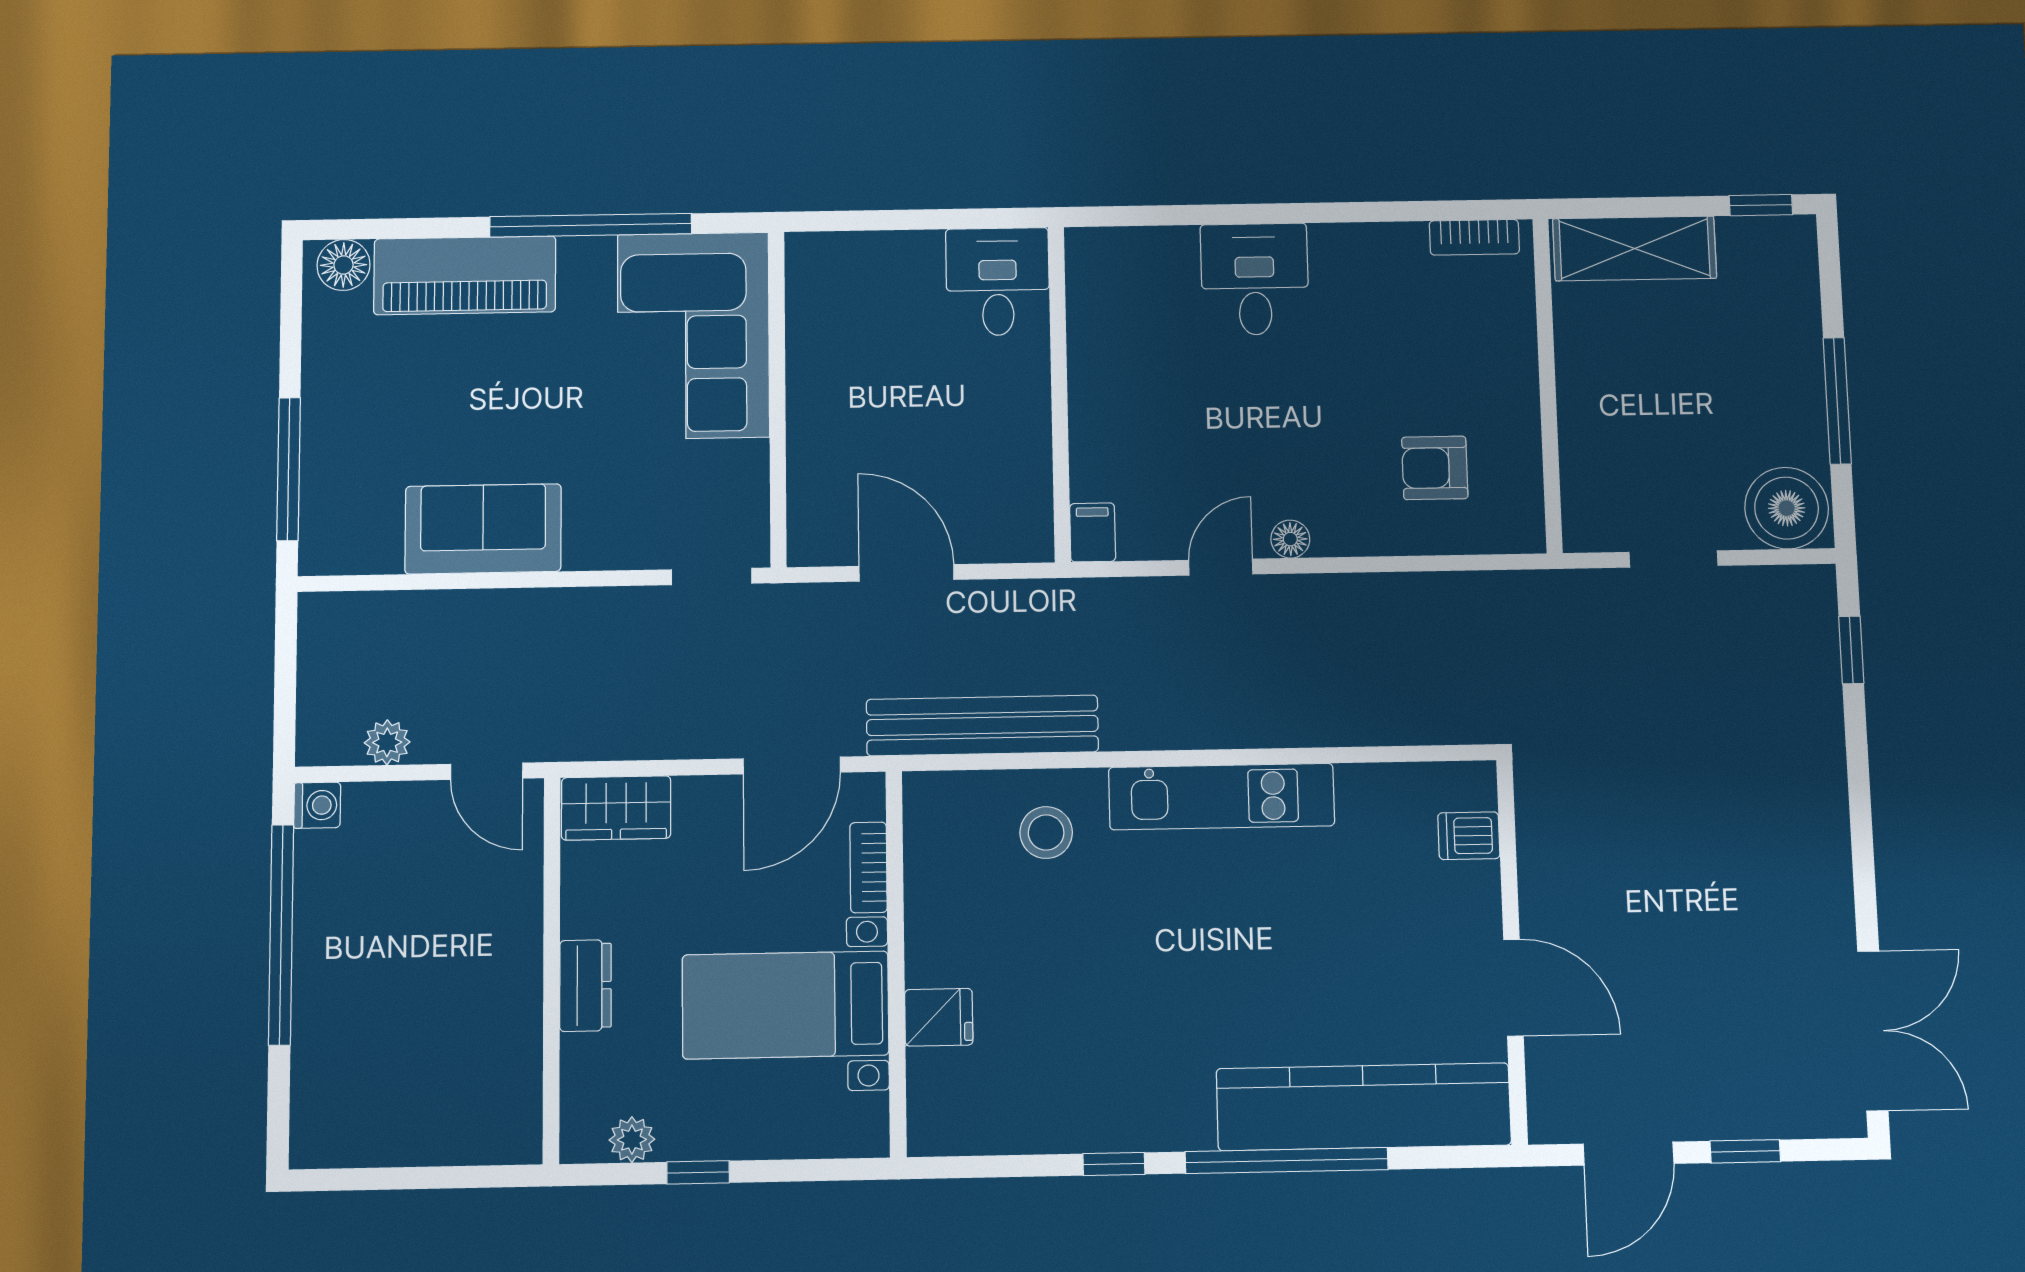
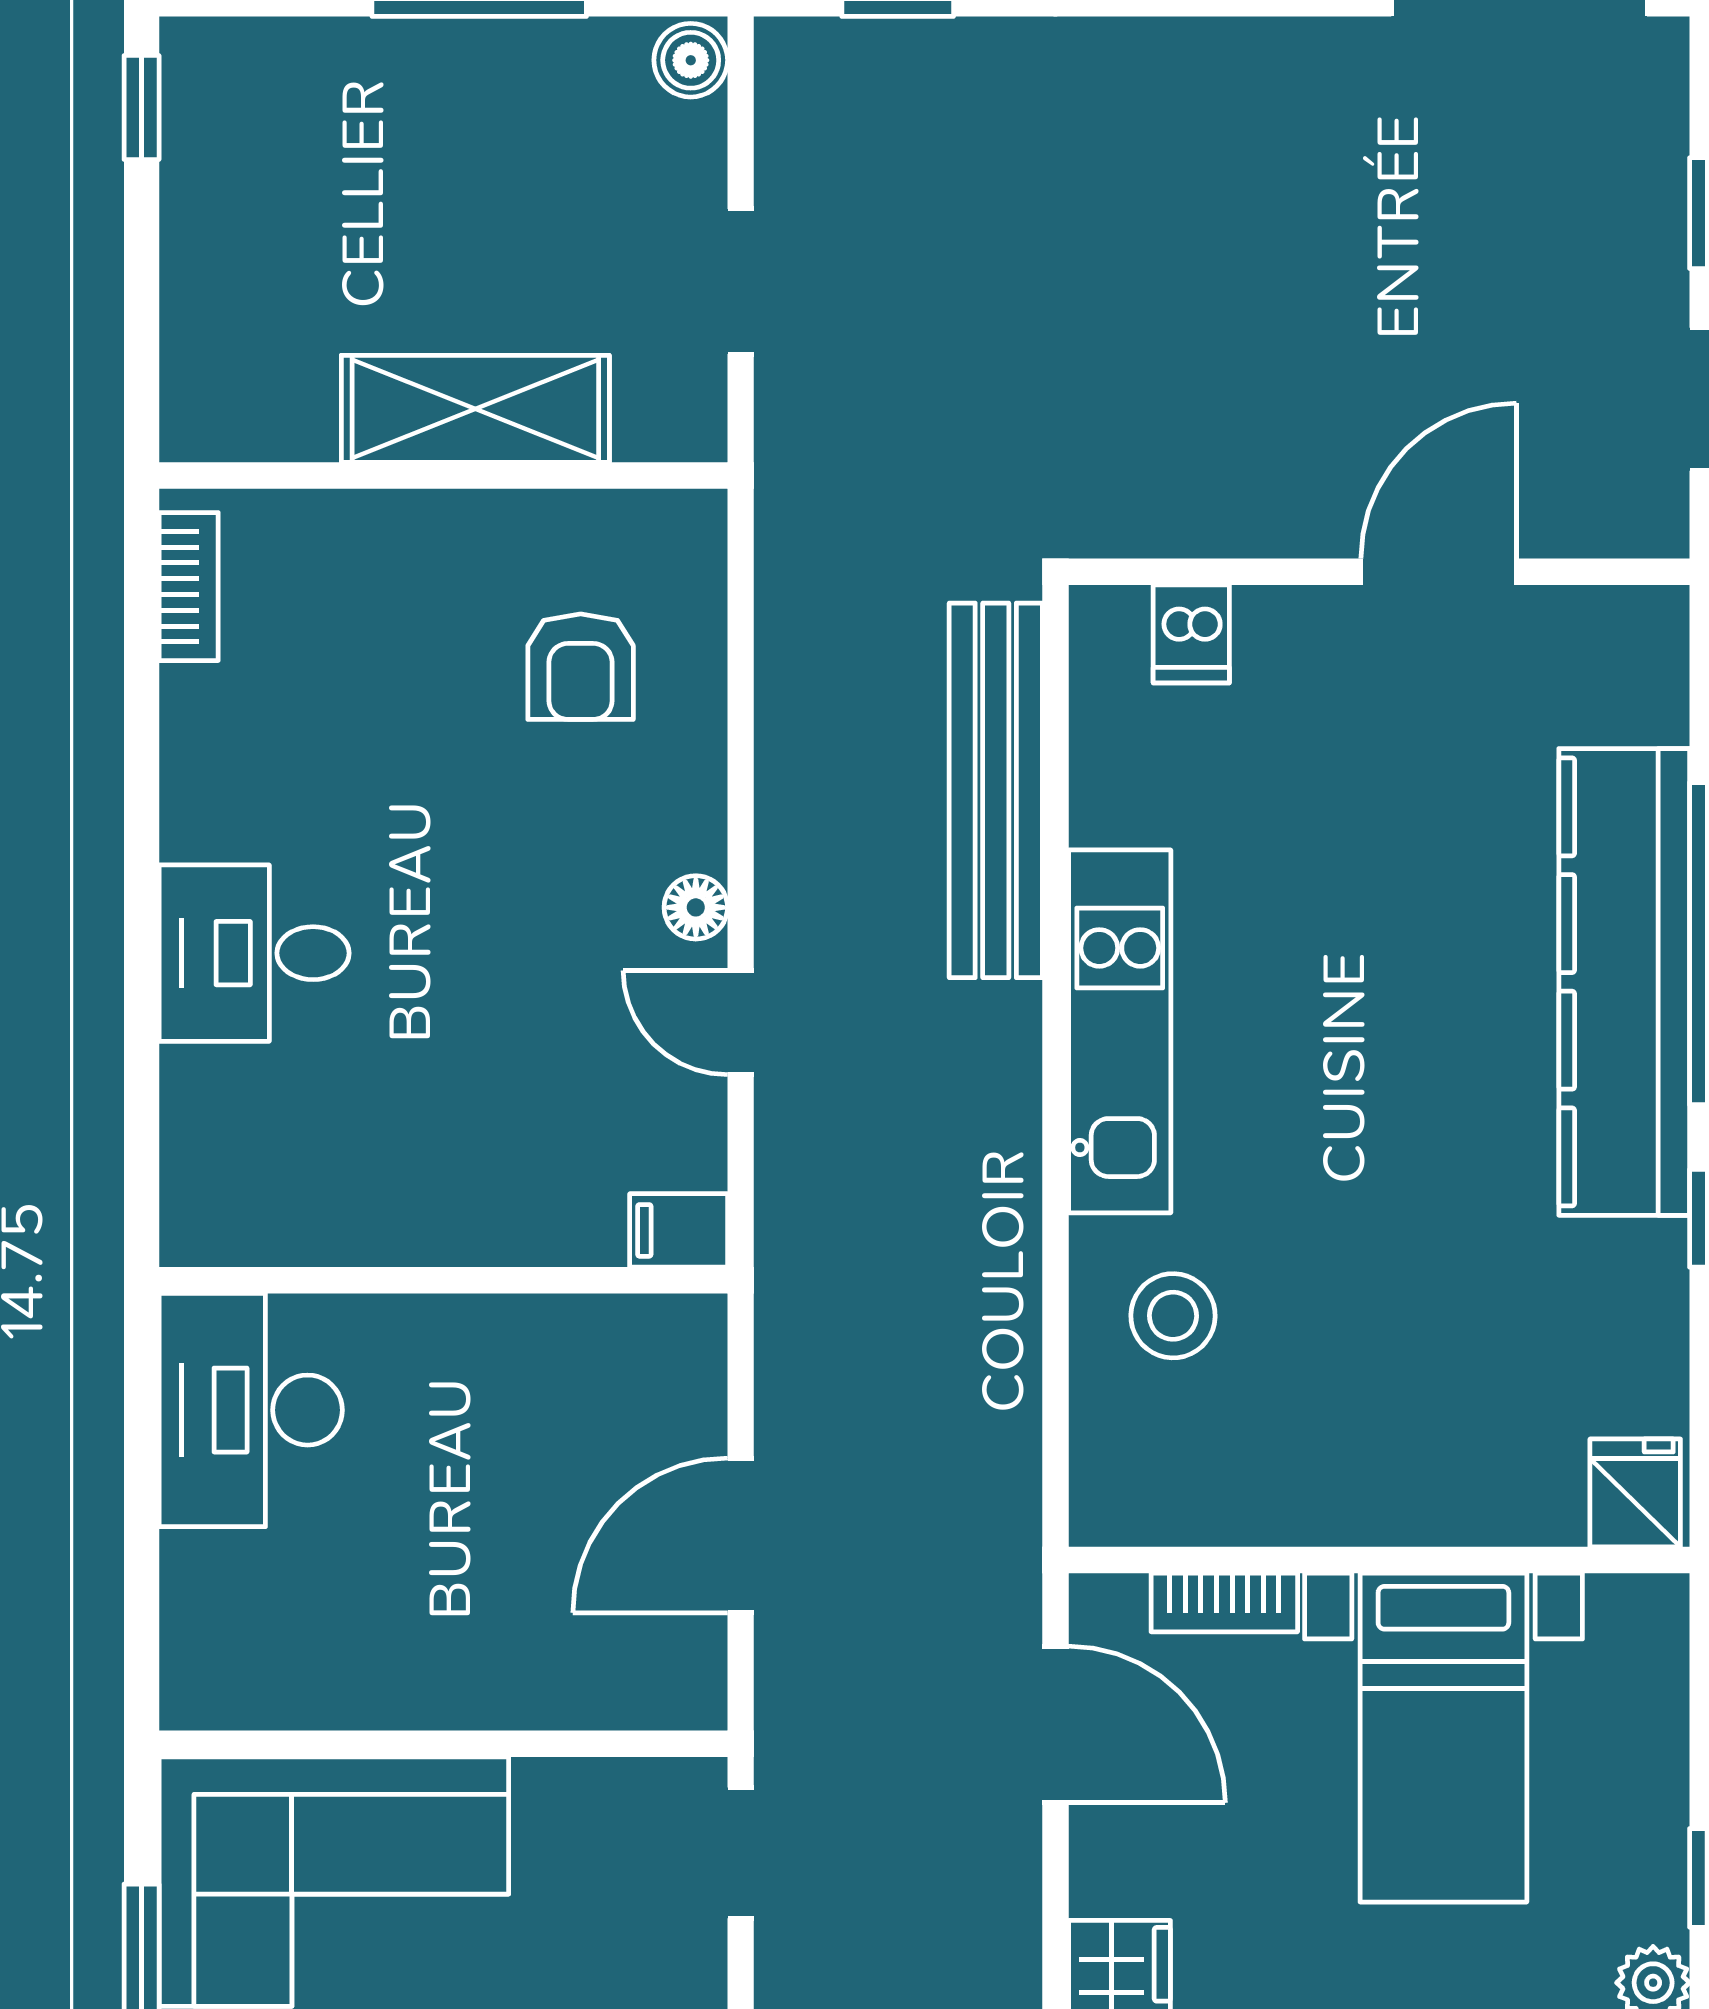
shelving: (1635, 248) -> (475, 409), moved, turned 90
desk: (998, 282) -> (251, 1410), width x1.37
boiler: (1787, 508) -> (691, 60), width x0.54, depth x0.54
bench: (982, 725) -> (996, 790), moved
fridge: (939, 1017) -> (1635, 1493), moved
kitchen counter: (1364, 1107) -> (1624, 982), moved

